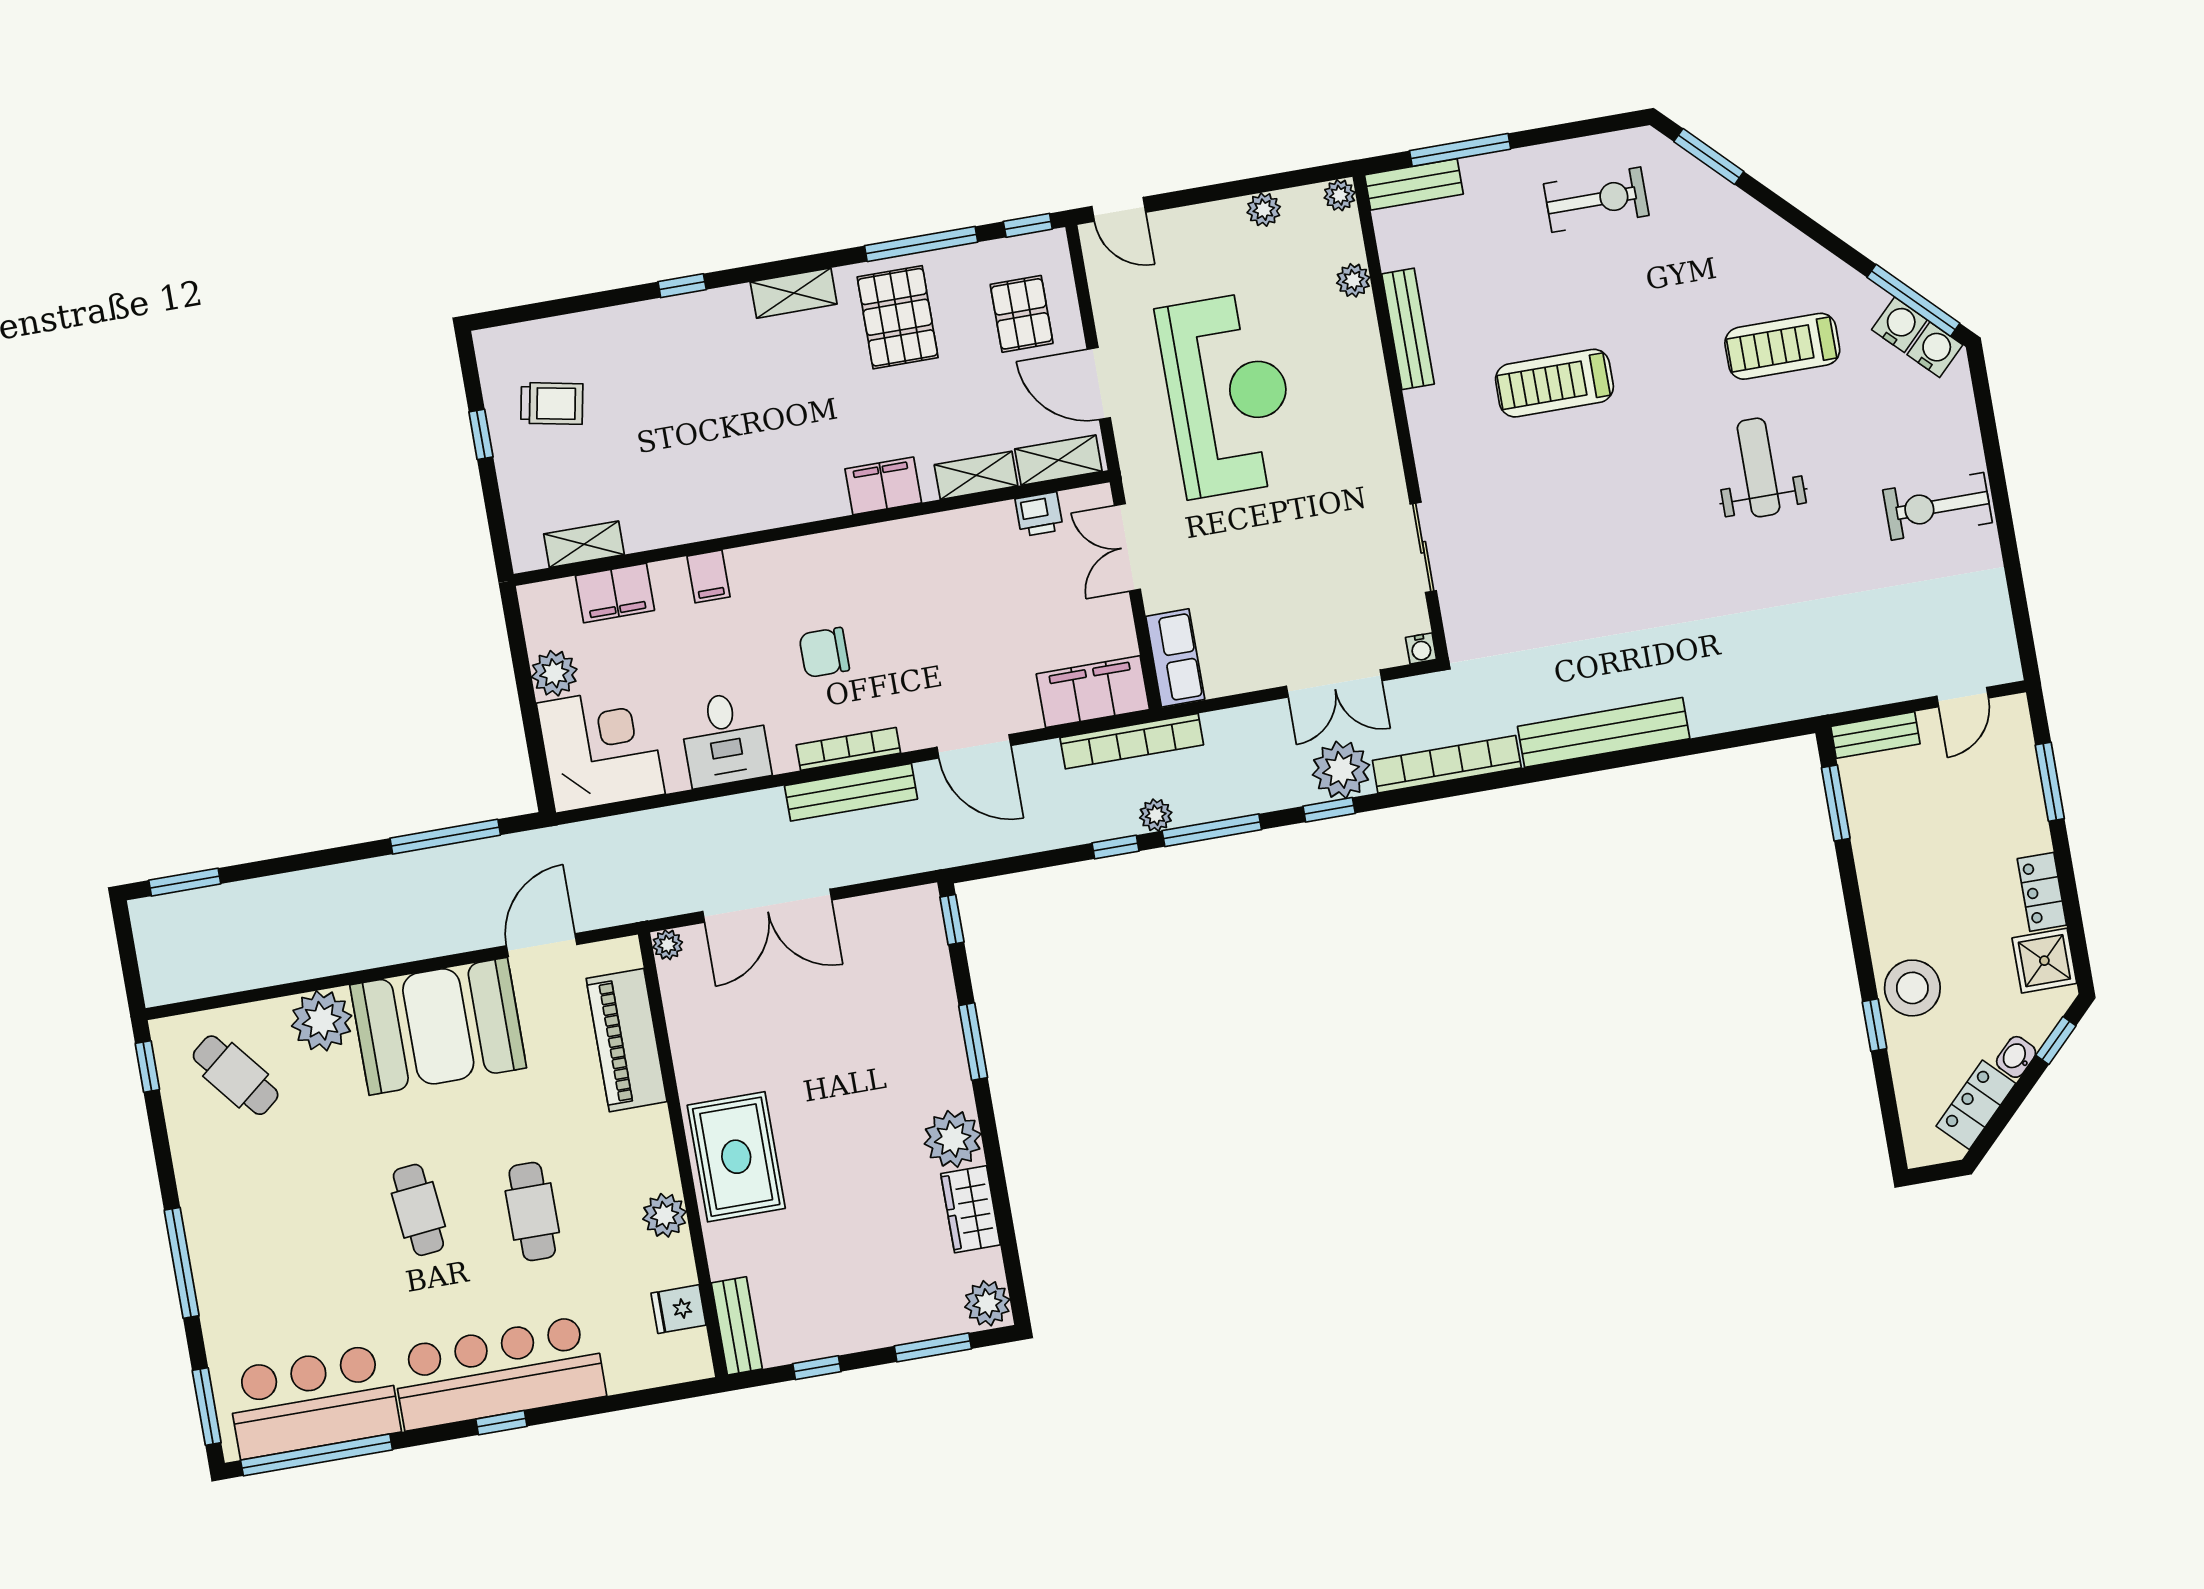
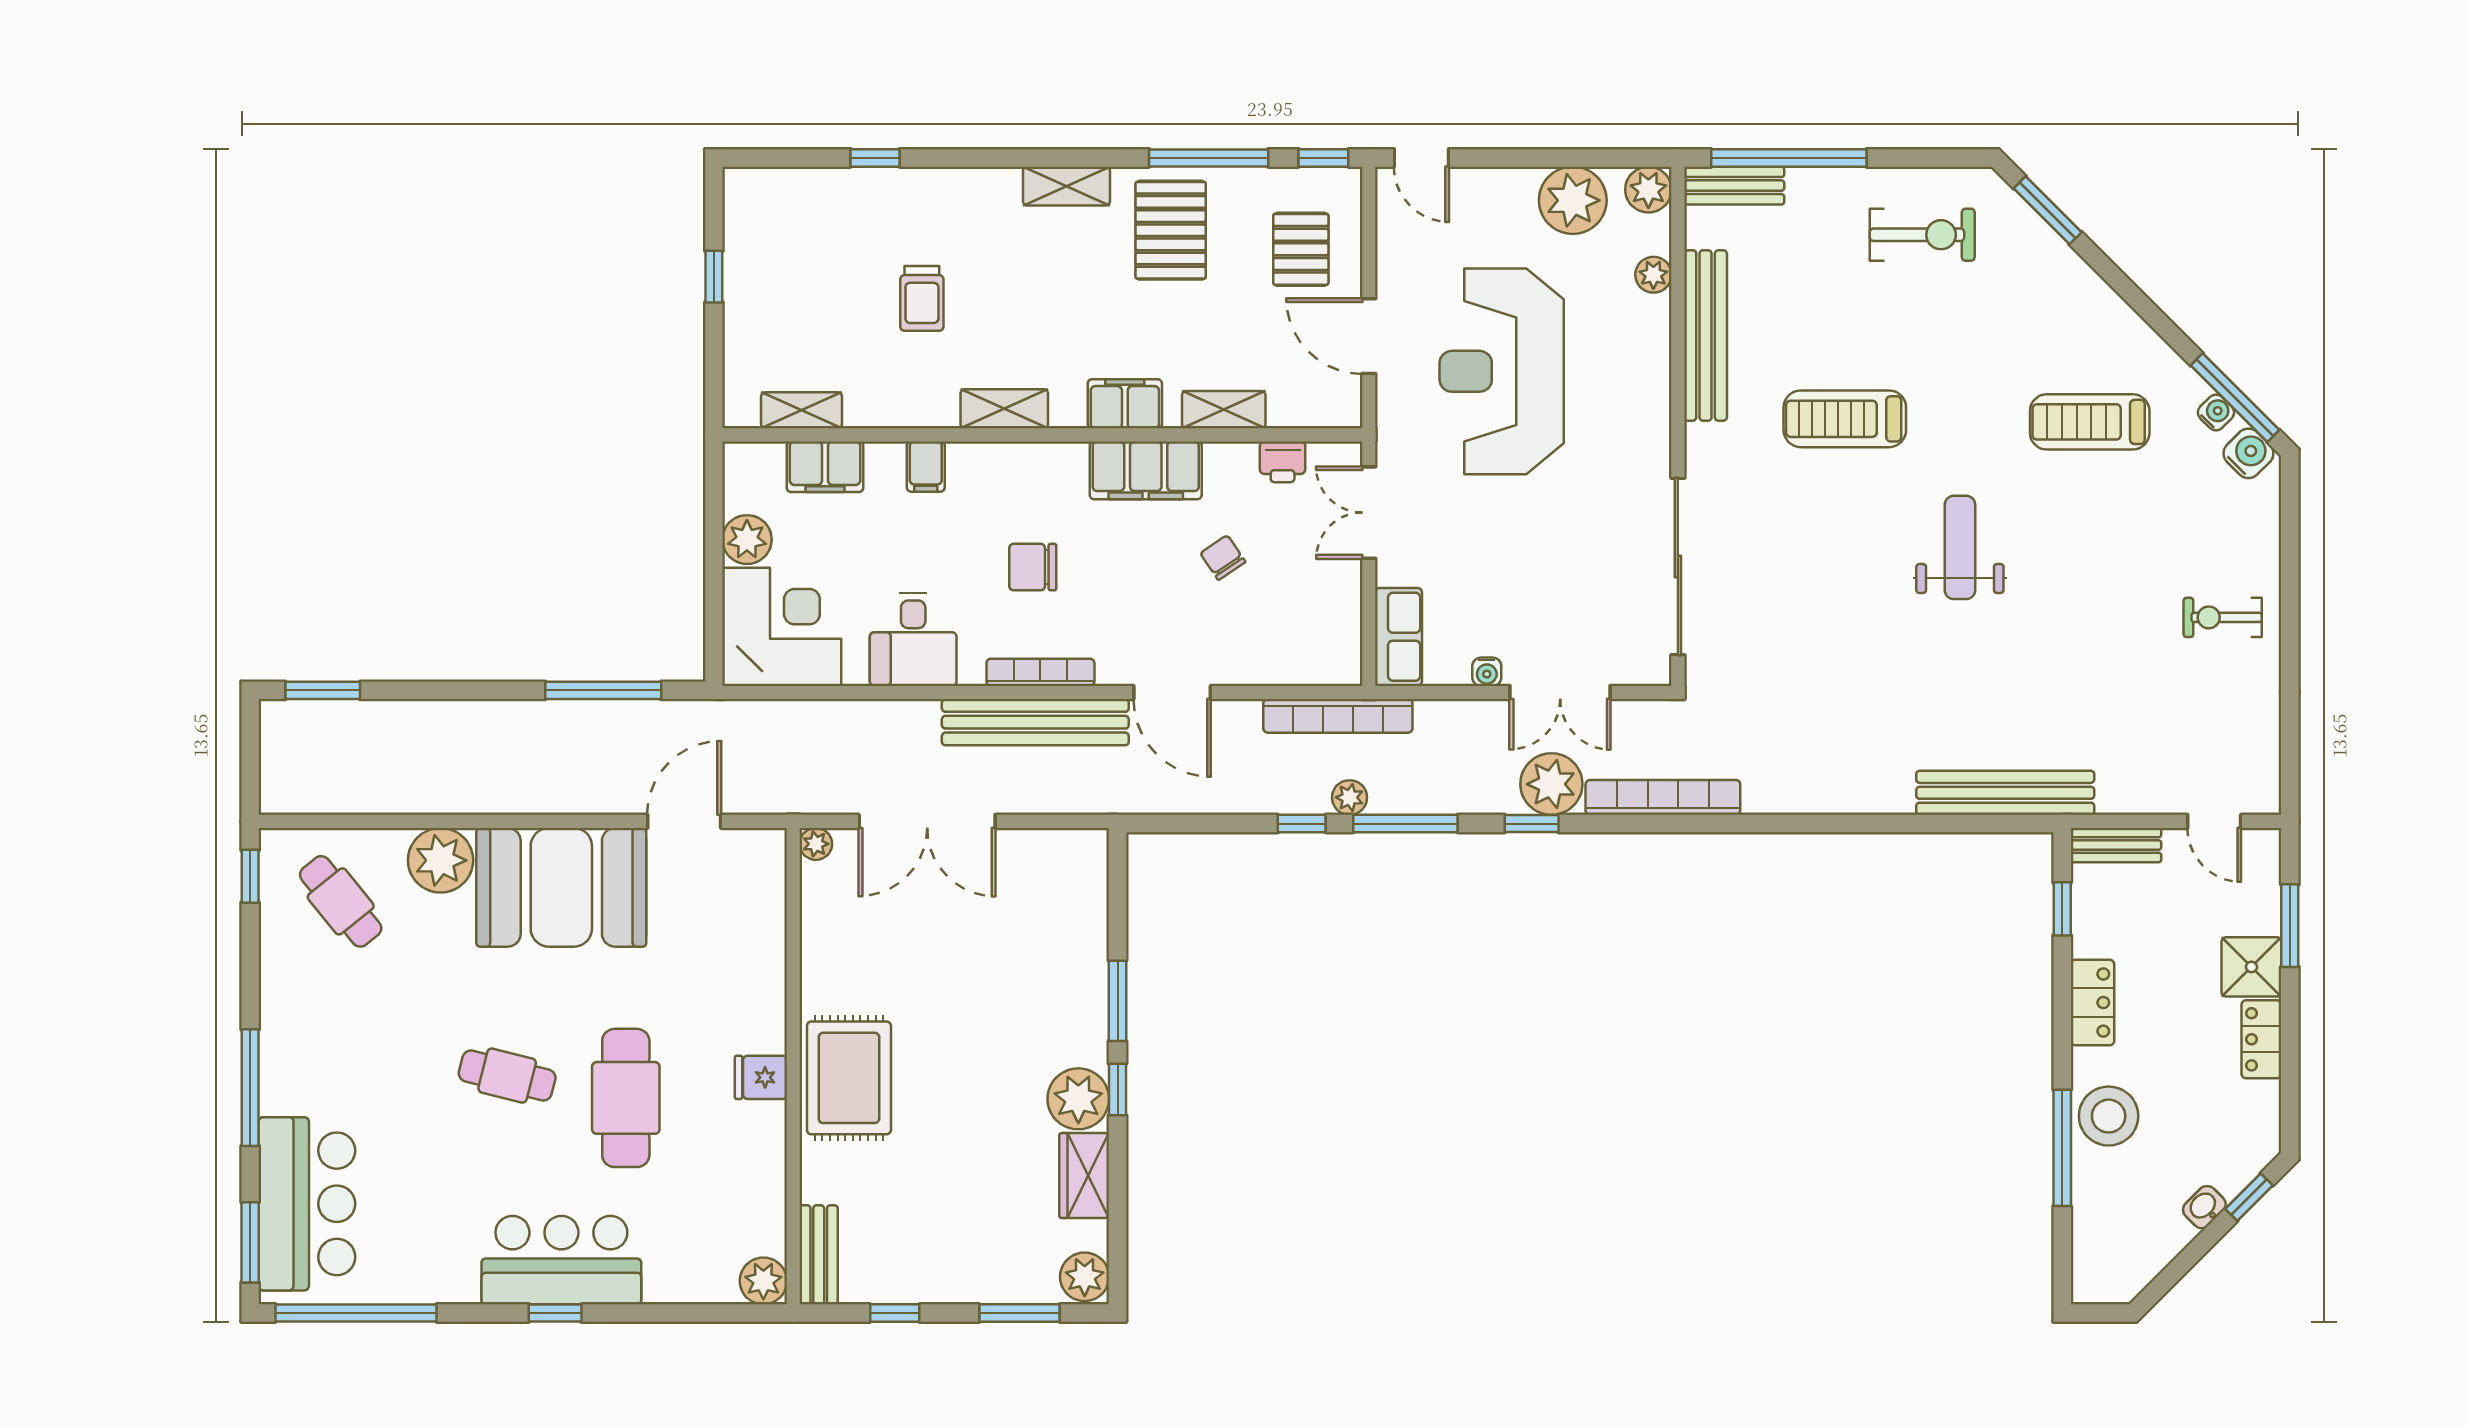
window: (1460, 150) -> (1789, 158), width x1.46
plant: (1340, 195) -> (1648, 190), width x1.38, depth x1.38
plant: (1264, 210) -> (1573, 200), width x1.88, depth x1.88
window: (682, 286) -> (875, 158), moved
water cooler: (1899, 325) -> (2216, 412), width x0.72, depth x0.72
bench: (1408, 329) -> (1706, 335), width x1.37, depth x1.21
reception desk: (1228, 395) -> (1502, 371), turned 180
trolley: (552, 403) -> (922, 298), moved, turned 79
shelving: (1058, 460) -> (1004, 409), moved
weight bench: (1758, 467) -> (1960, 547), moved
exercise bike: (1938, 506) -> (2223, 617), width x0.73, depth x0.72
sliding door: (1423, 547) -> (1678, 566), width x1.86
chair: (999, 613) -> (1223, 558), added
water cooler: (1421, 648) -> (1487, 672), moved
filing cabinet: (1093, 692) -> (1146, 470), moved, turned 180
door: (1963, 697) -> (2214, 821), hinge flipped
bench: (1604, 732) -> (2005, 793), moved
bench: (851, 792) -> (1035, 722), width x1.37, depth x1.21
window: (1836, 803) -> (2062, 909), width x0.67
window: (952, 920) -> (1118, 1089), moved
shower: (2044, 961) -> (2251, 967), moved
window: (1874, 1025) -> (2062, 1148), width x2.17
piano: (627, 1040) -> (756, 936), removed
locker: (1976, 1105) -> (2092, 1003), moved, turned 135
cafe table: (418, 1210) -> (507, 1076), turned -70
cafe table: (532, 1212) -> (626, 1098), width x1.37, depth x1.35
plant: (665, 1215) -> (763, 1281), moved
fridge: (679, 1309) -> (761, 1077), moved
bar counter: (499, 1373) -> (561, 1260), width x0.73
bar counter: (313, 1401) -> (307, 1204), moved, turned 90

